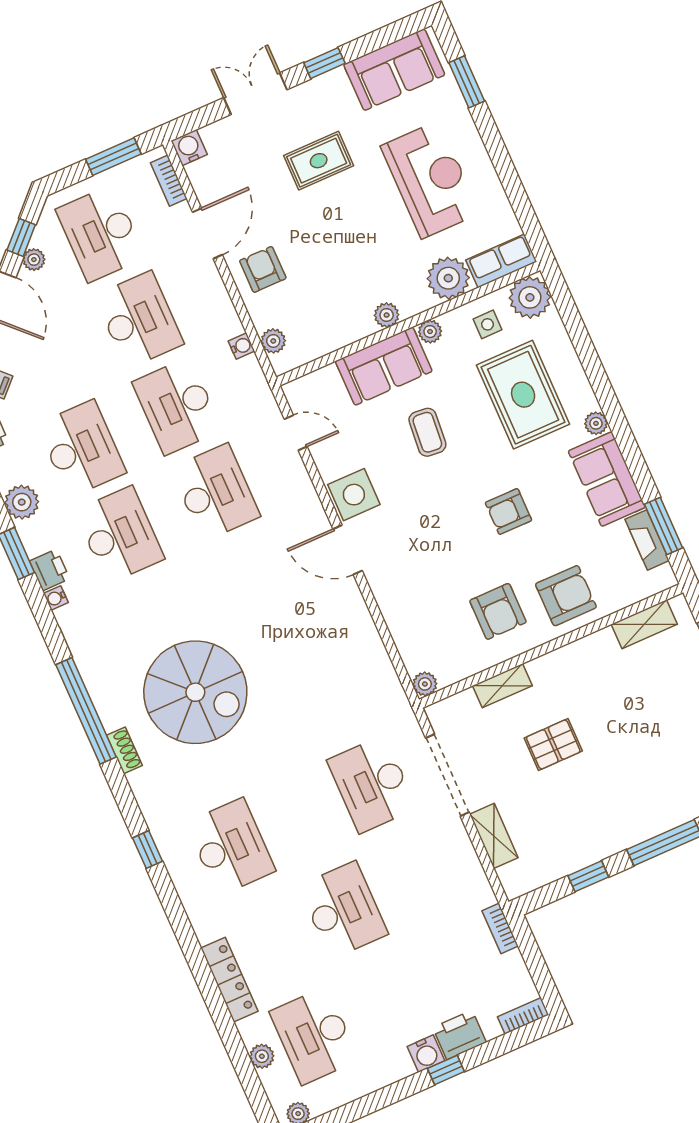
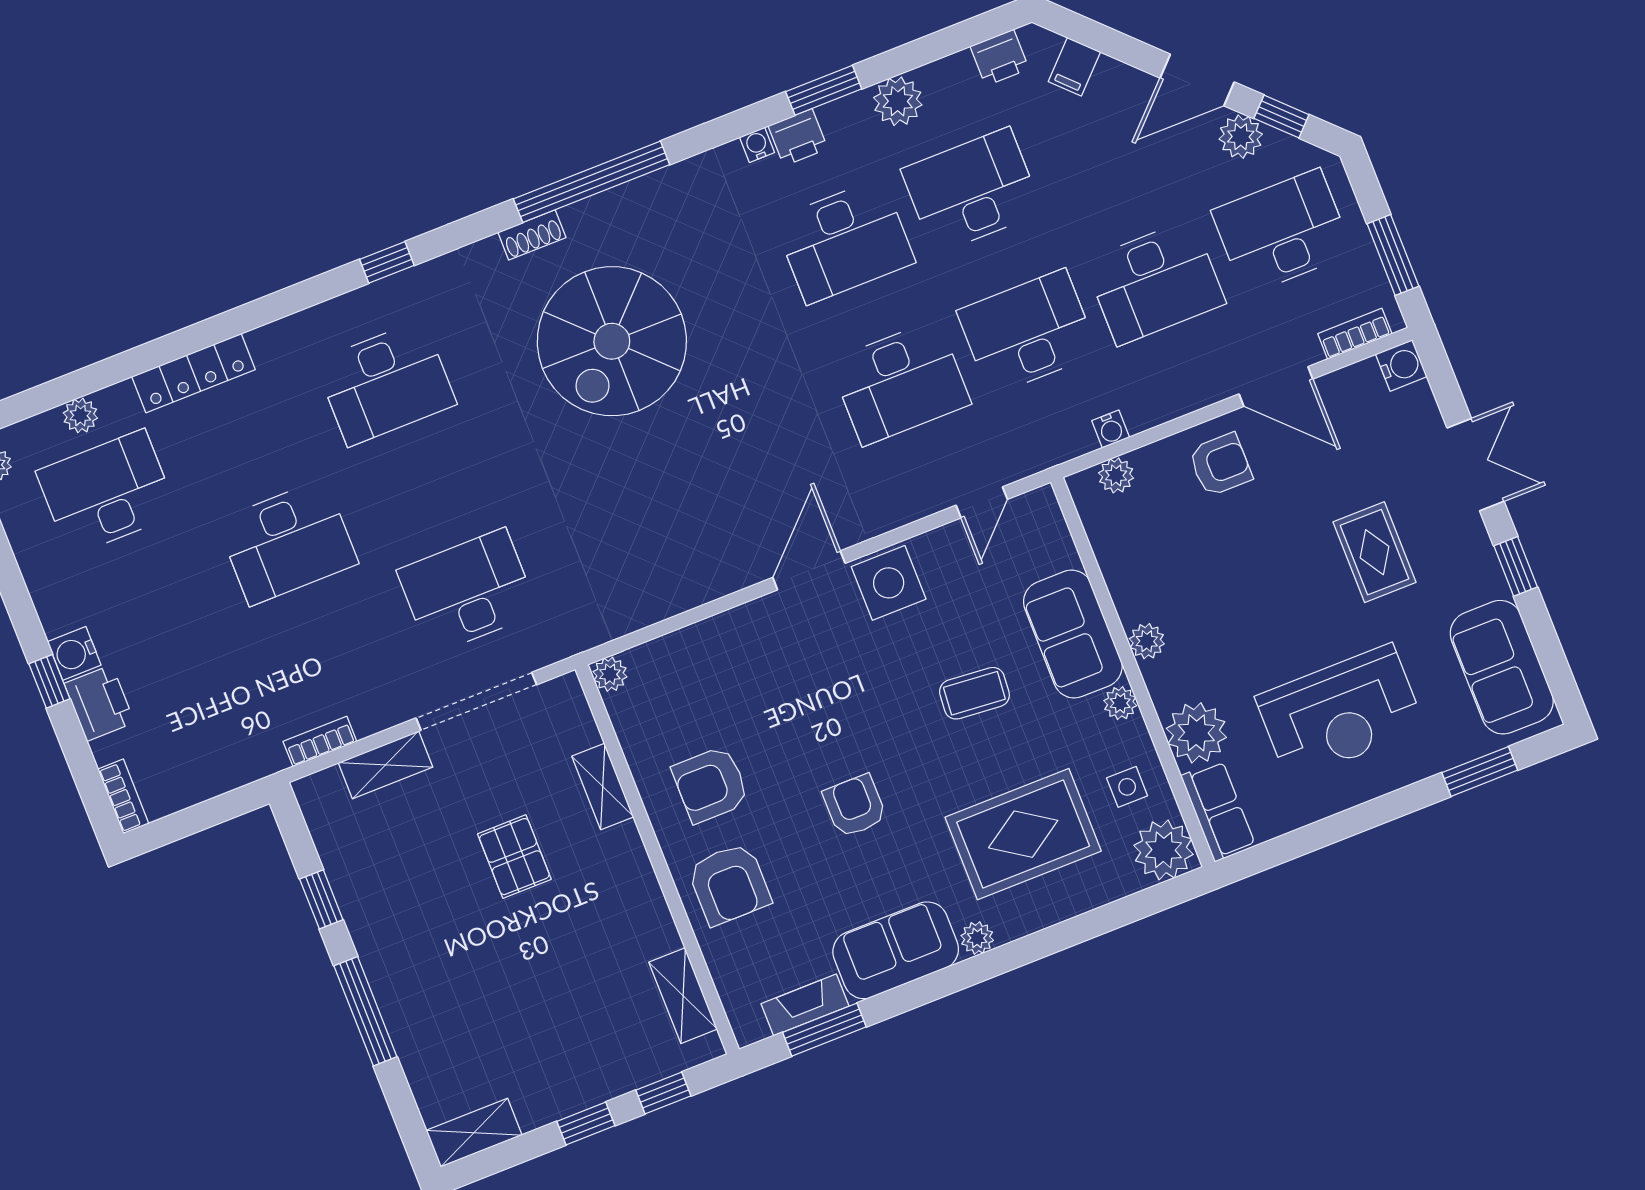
plant: (34, 260) -> (1241, 137), width x1.38, depth x1.38
desk: (81, 449) -> (972, 191), turned 180
bookcase: (500, 928) -> (320, 742), moved

